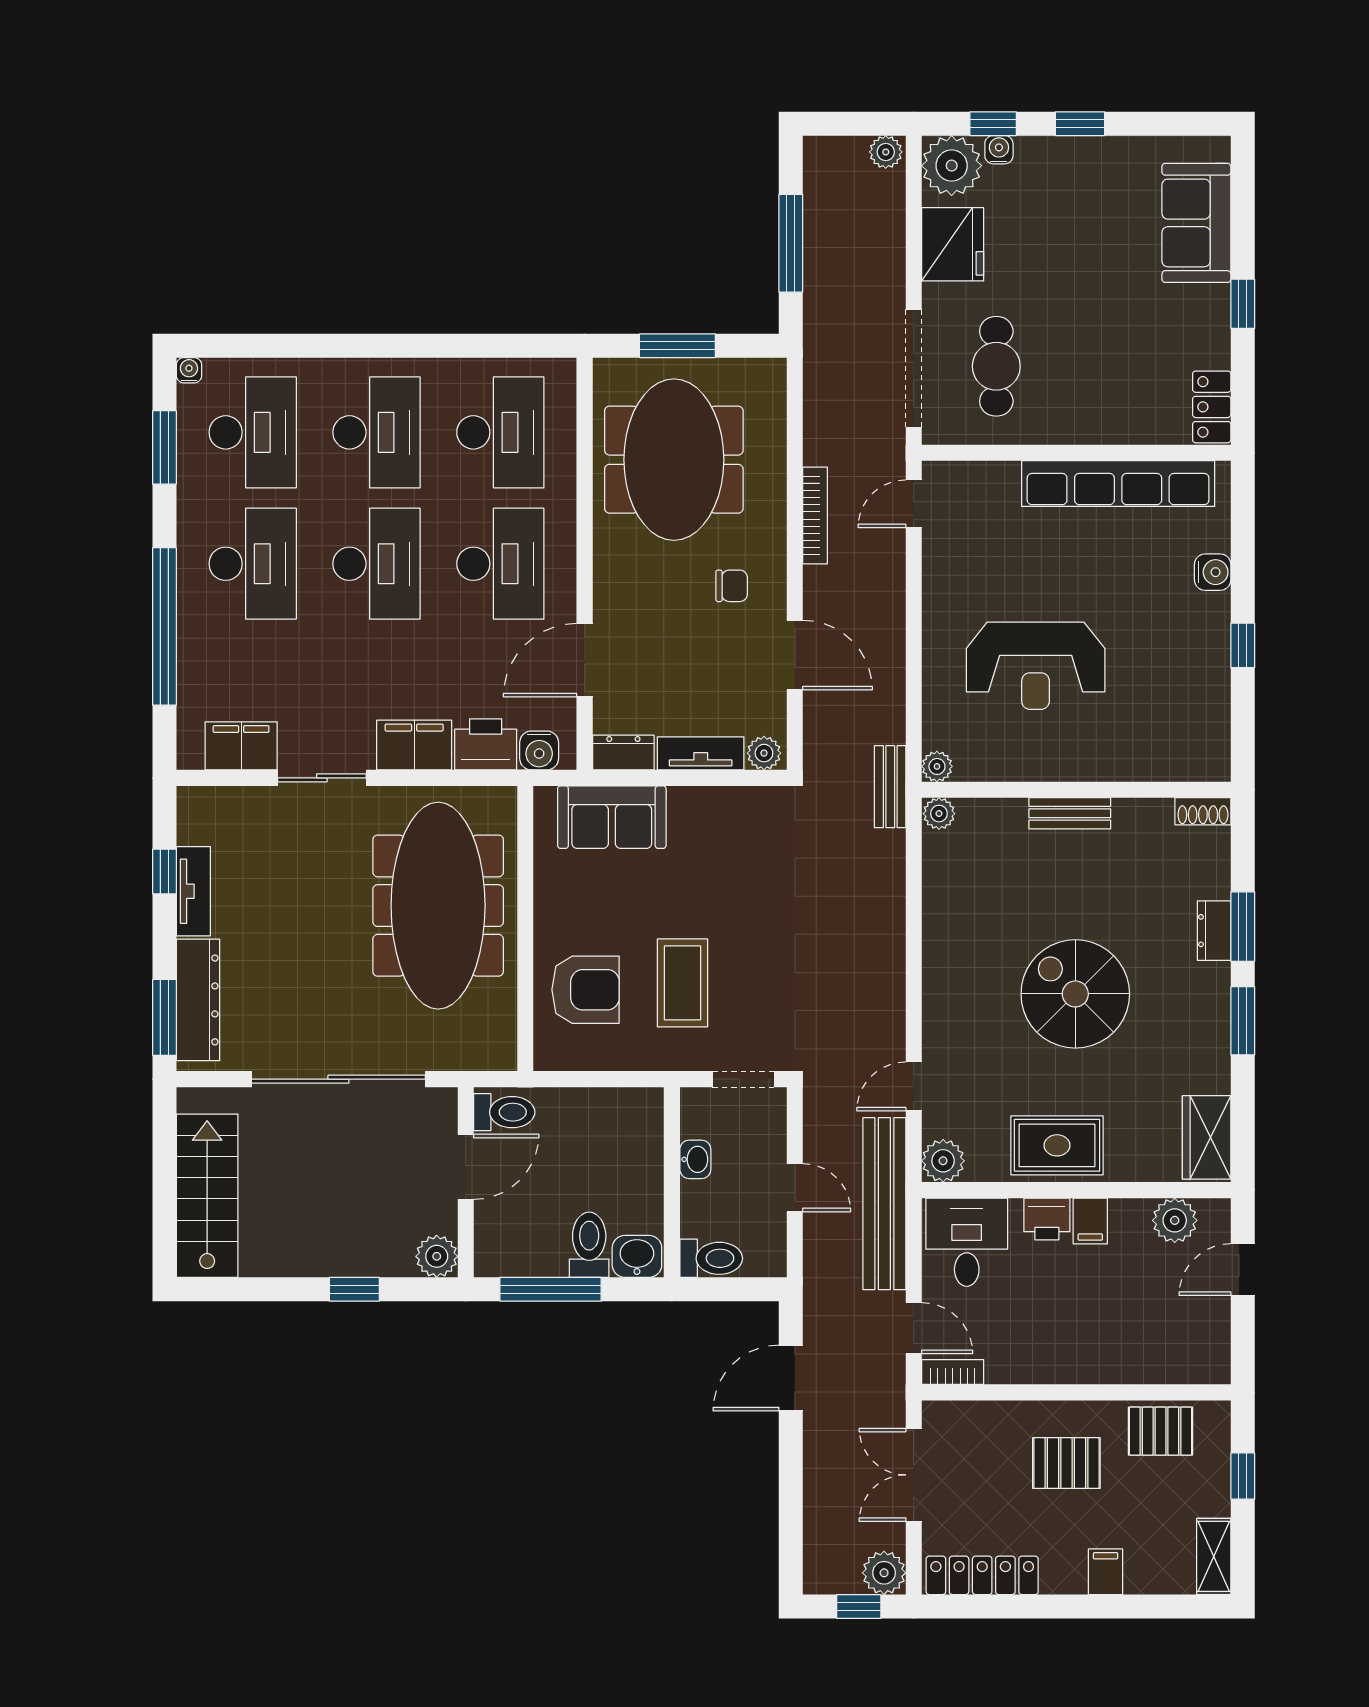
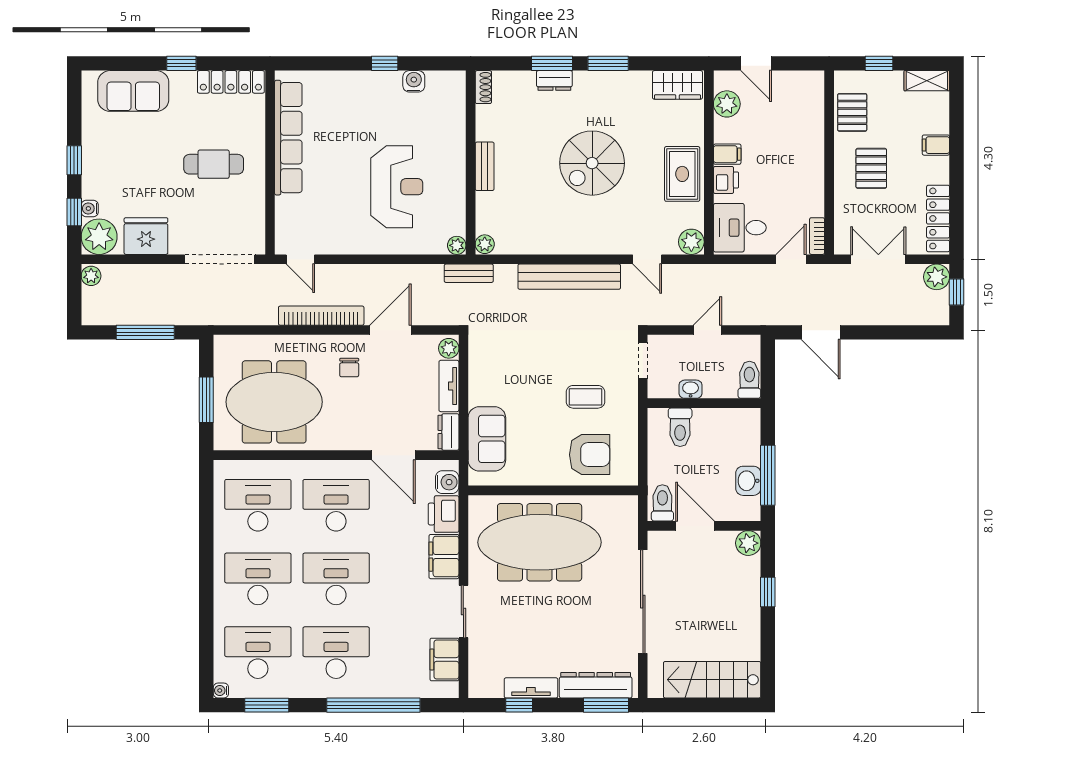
cafe table: (996, 366) -> (214, 164), moved
locker: (1212, 407) -> (231, 82), width x1.53
bookcase: (815, 515) -> (321, 316), width x1.48, depth x1.31
water cooler: (1213, 572) -> (414, 81), moved
chair: (732, 586) -> (349, 368), turned 180
coffee table: (683, 983) -> (586, 397), width x0.73, depth x0.77
armchair: (586, 990) -> (590, 455), turned 90
bench: (884, 1204) -> (569, 277), moved
toilet: (589, 1245) -> (680, 427), moved, turned -90
washbasin: (637, 1256) -> (748, 481), moved
double door: (914, 1475) -> (878, 259), swing flipped

